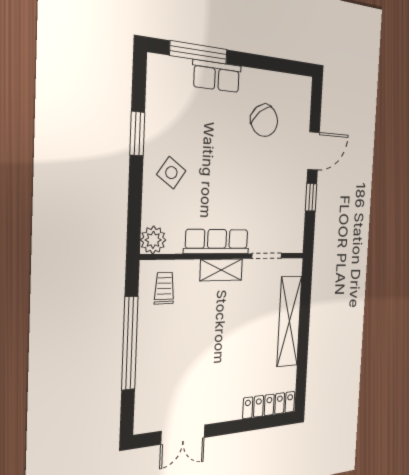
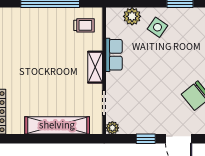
plant: (153, 240) -> (132, 16), moved
row of seats: (217, 242) -> (114, 55), width x0.68
plant: (296, 244) -> (112, 128), added

